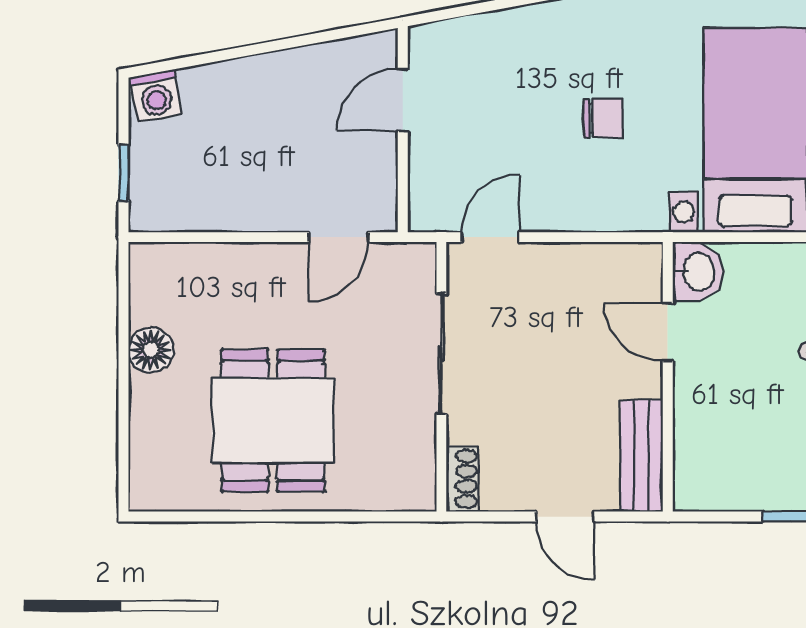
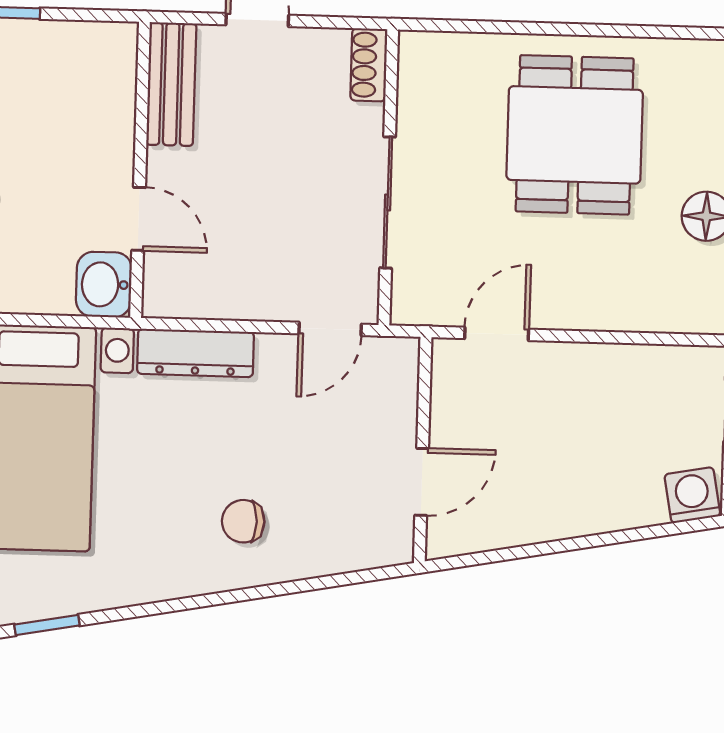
chair: (603, 118) -> (243, 521), moved
dresser: (612, 212) -> (196, 353), added

